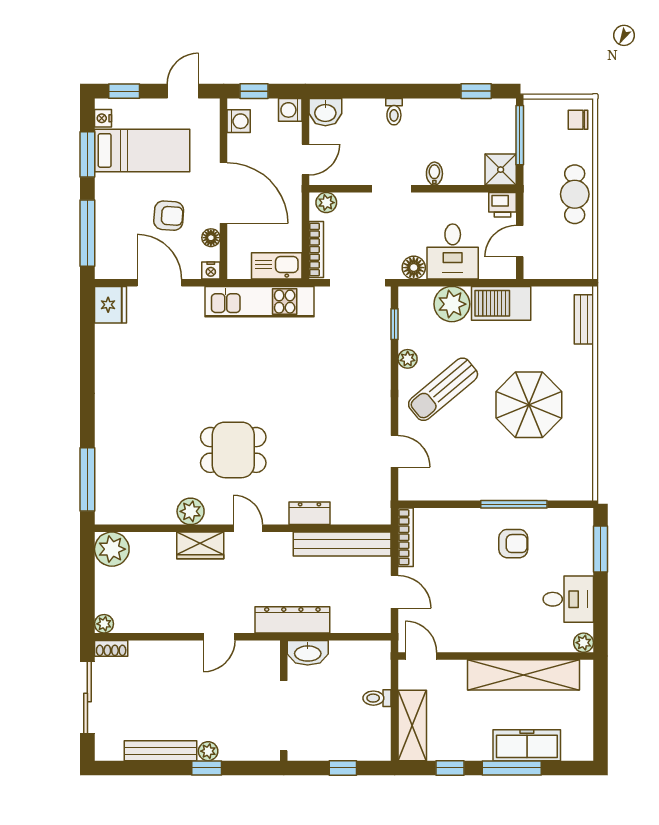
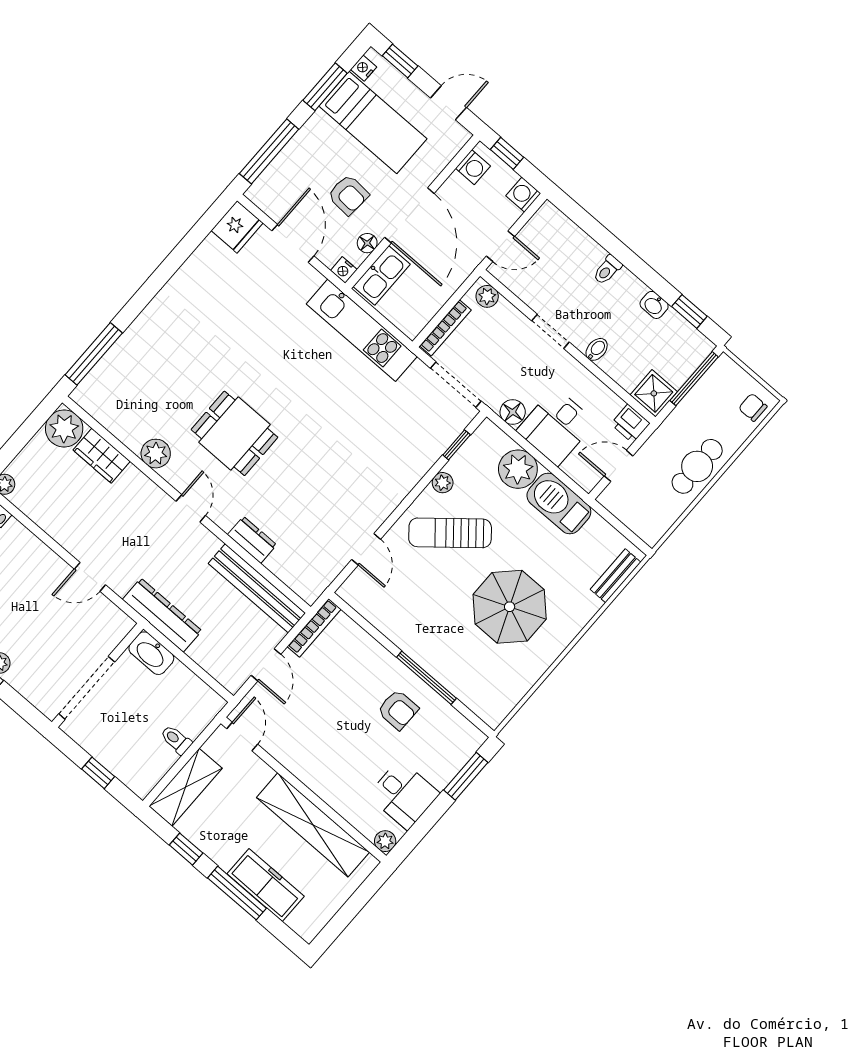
washbasin: (325, 112) -> (654, 305), moved, width x0.72, depth x0.69
kitchen sink: (277, 266) -> (382, 275), moved, turned 90
wardrobe: (200, 545) -> (102, 456), moved

